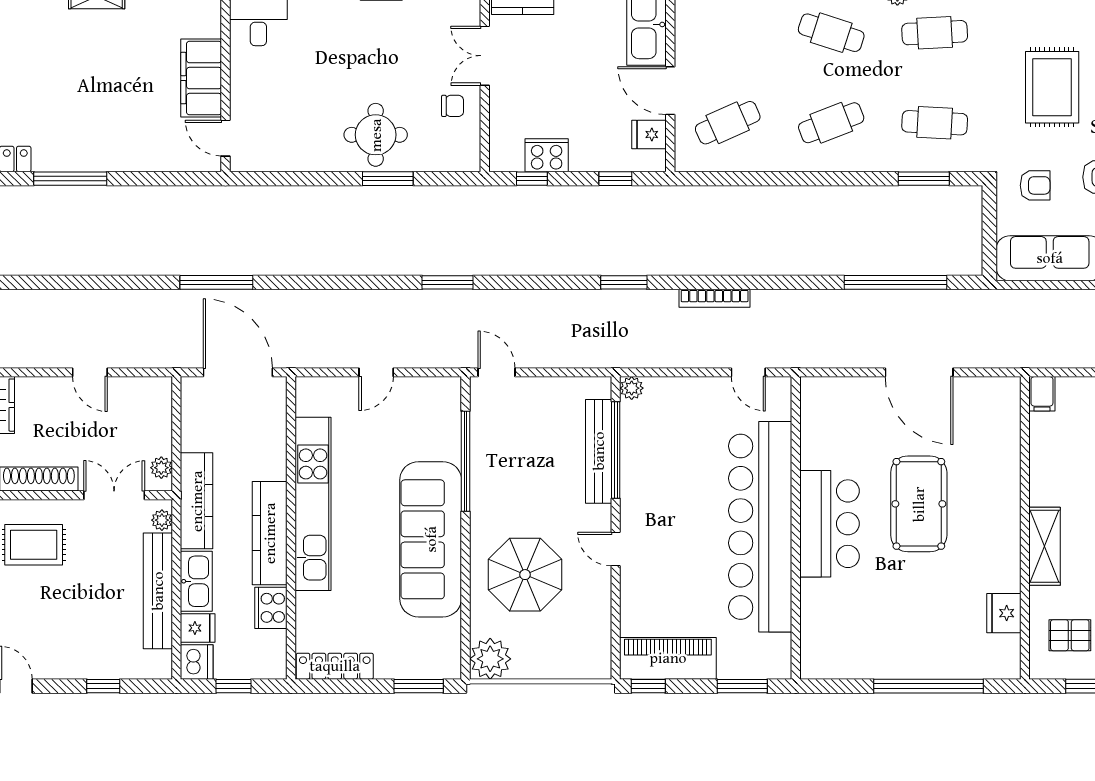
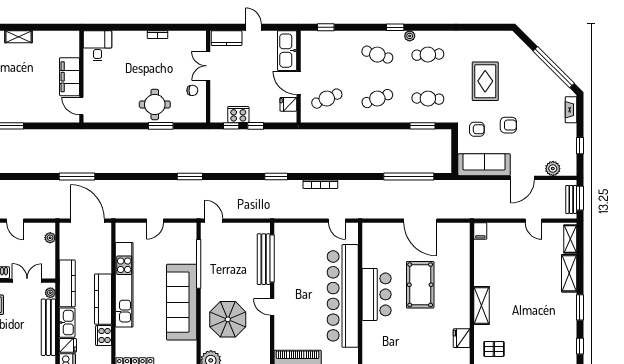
window: (615, 179) -> (256, 126), moved
plant: (632, 388) -> (280, 228), removed
plant: (161, 468) -> (50, 238), moved

